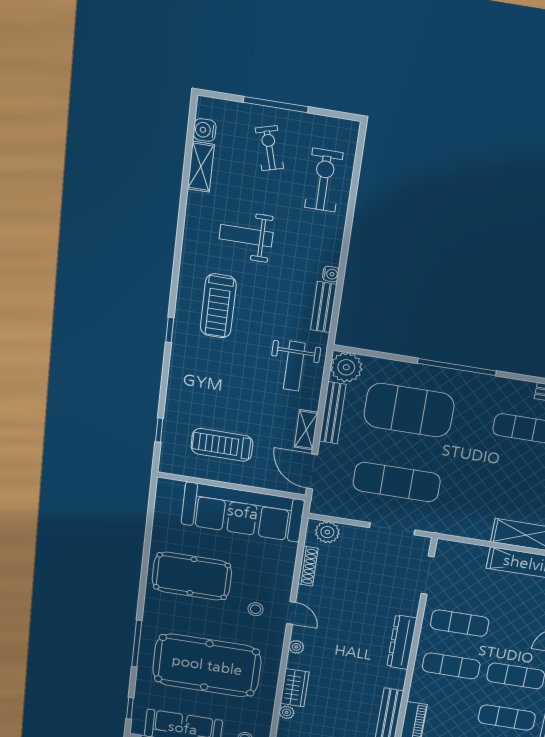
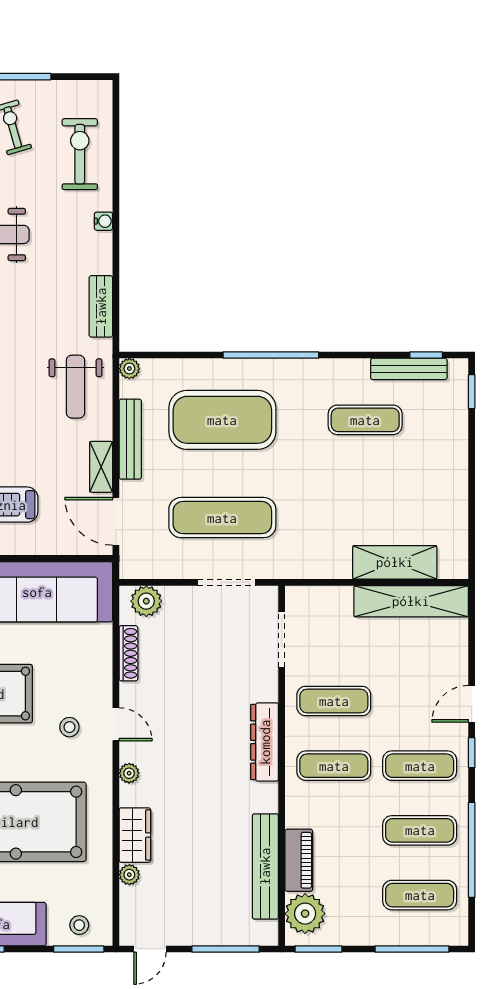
water cooler: (331, 274) -> (103, 221), moved
plant: (346, 367) -> (129, 369), width x0.53, depth x0.53

